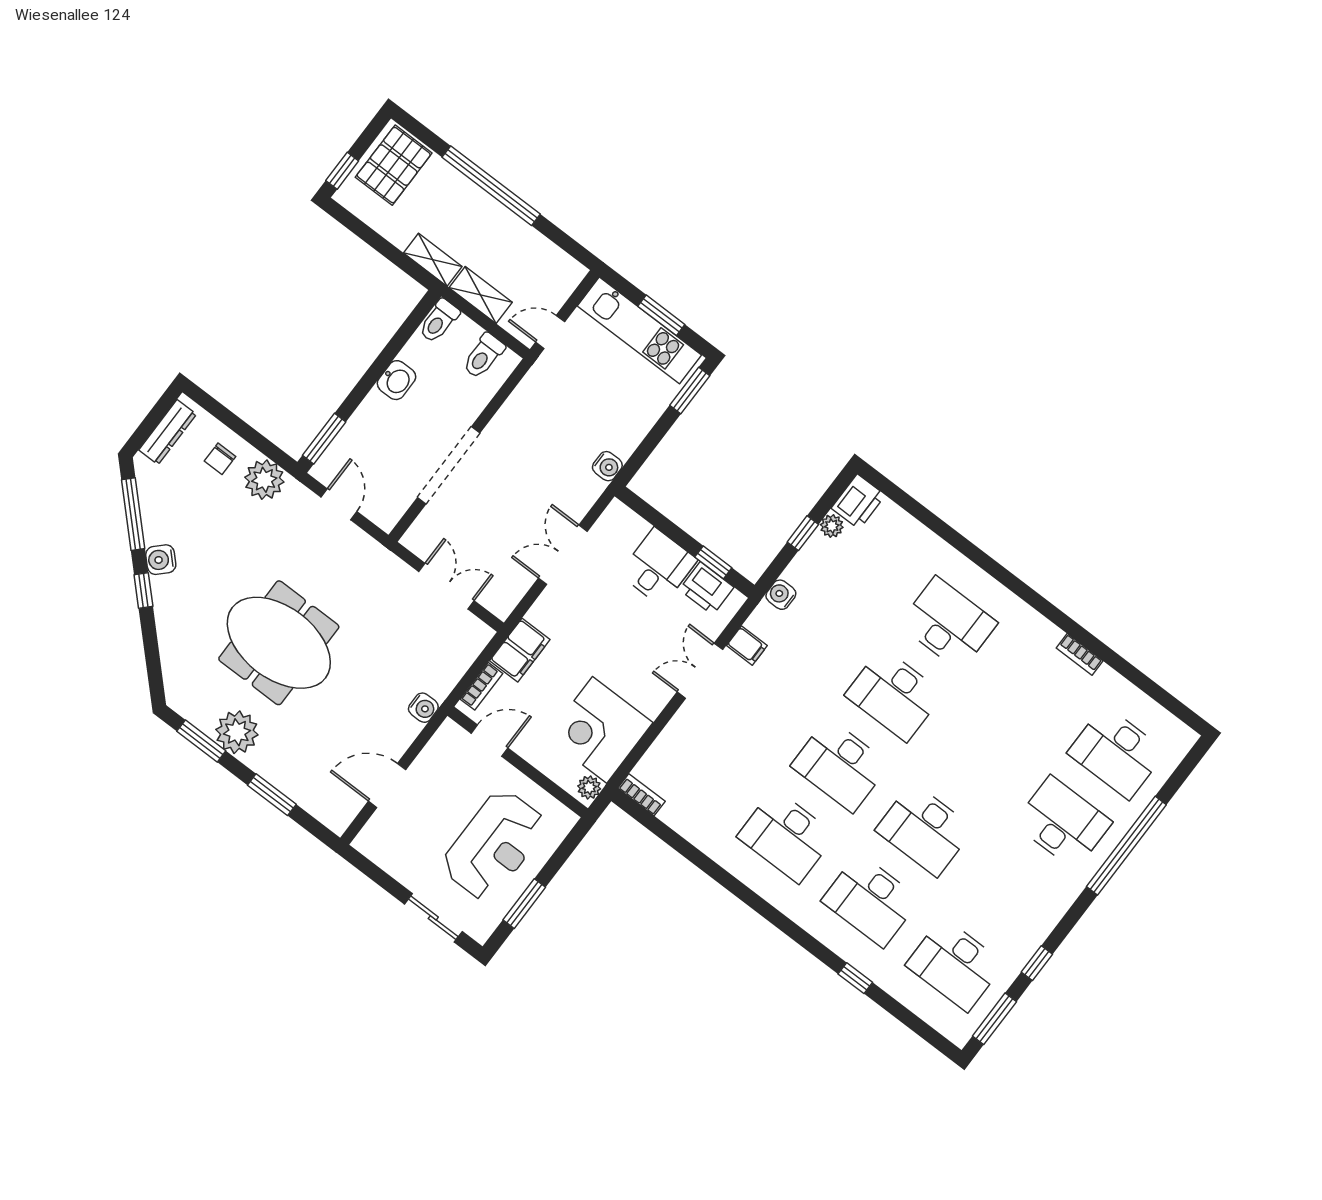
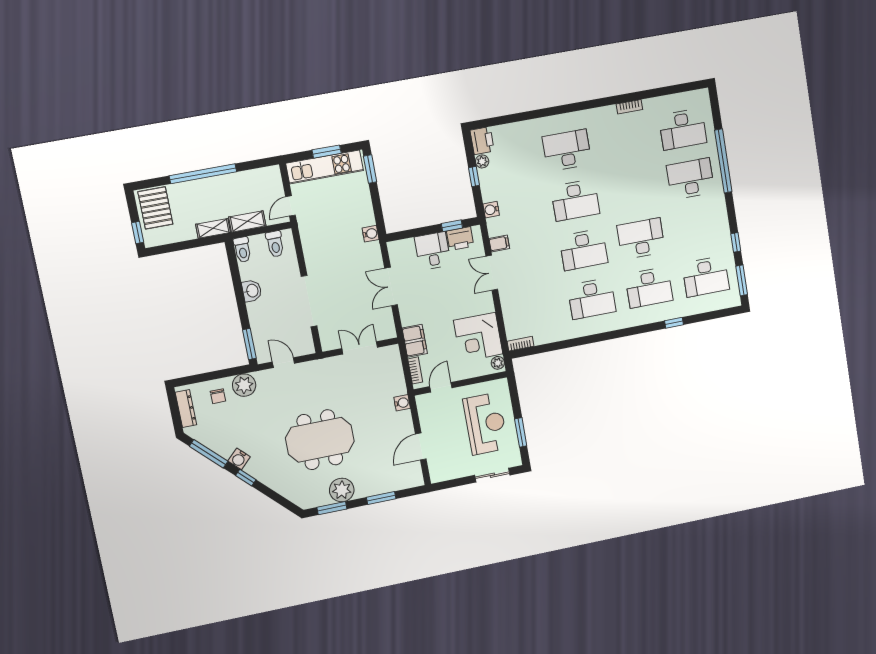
desk: (925, 829) -> (641, 239), turned 180

